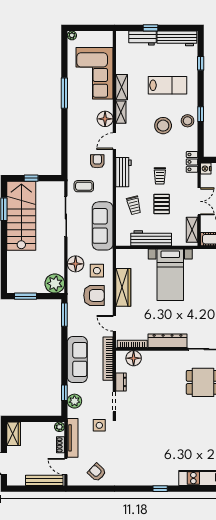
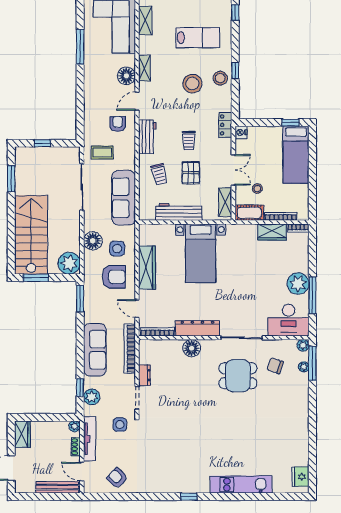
shelving: (122, 87) -> (145, 21), moved
stairs: (21, 216) -> (31, 235), moved
floor lamp: (134, 358) -> (192, 348), moved

